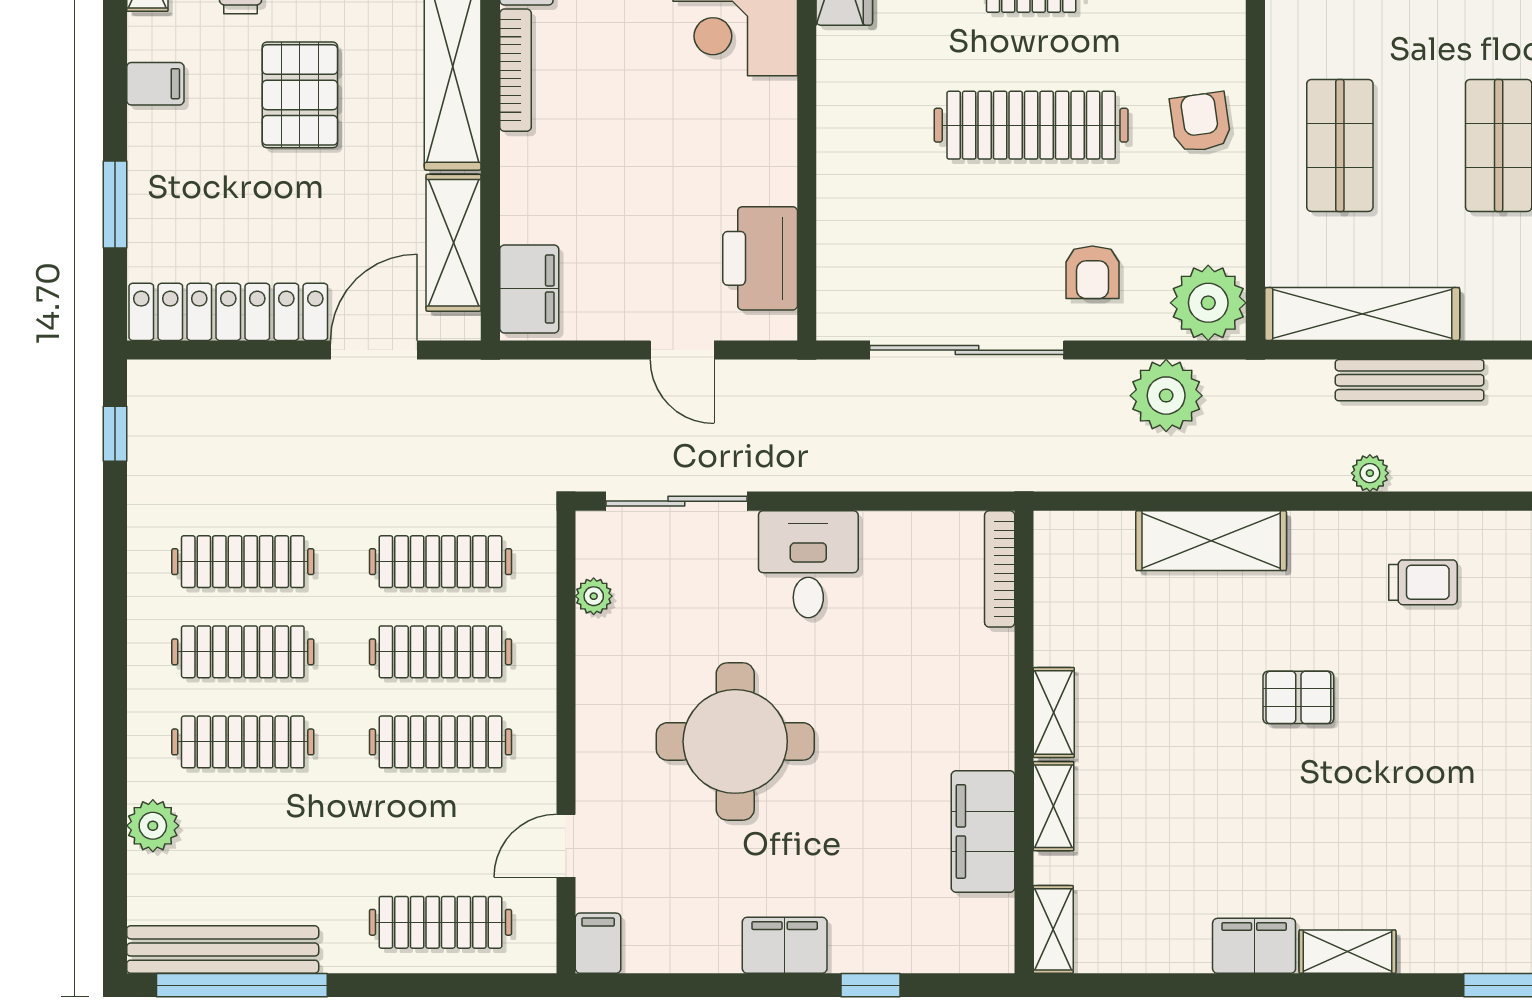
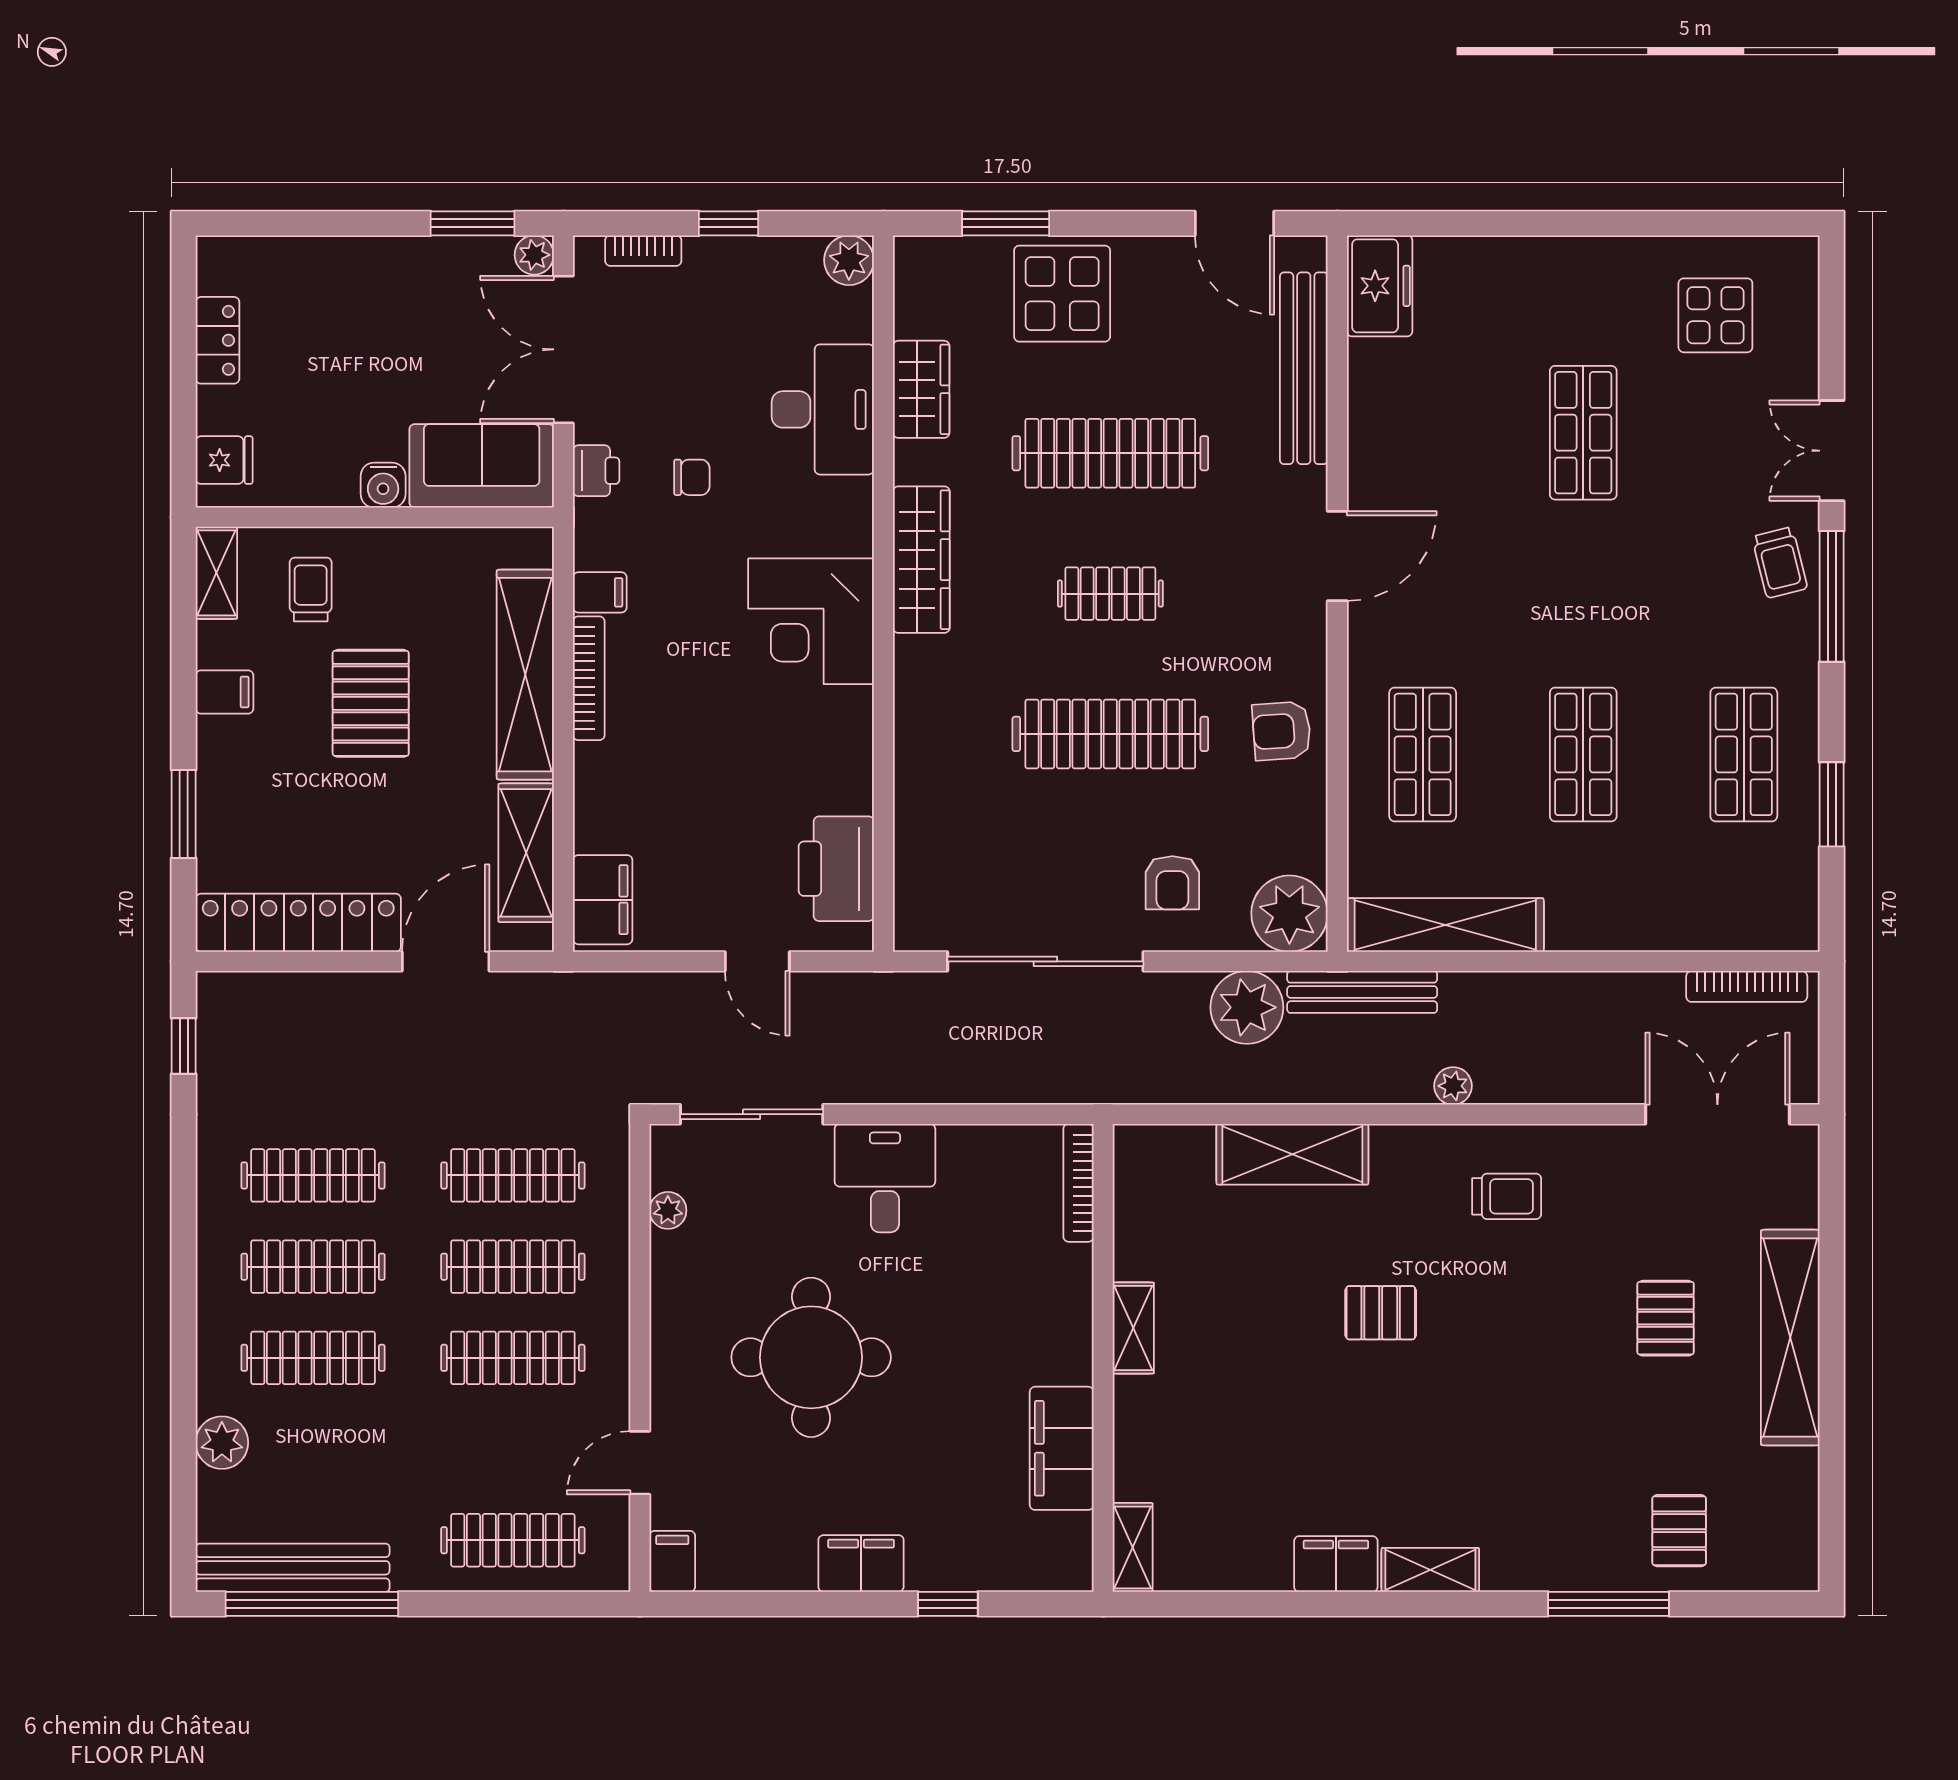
armchair: (1200, 122) -> (1282, 731), turned -86
bench: (1410, 380) -> (1362, 992), moved
shelving: (1054, 806) -> (1133, 1423), removed

